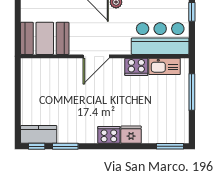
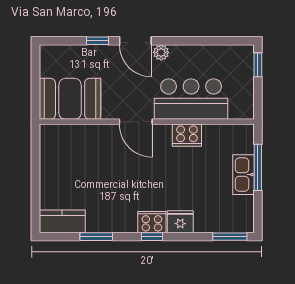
bar counter: (160, 39) -> (191, 99), moved
door: (96, 56) -> (136, 122), hinge flipped
kitchen sink: (165, 66) -> (243, 175), moved, turned 90
window: (37, 146) -> (152, 237), moved

